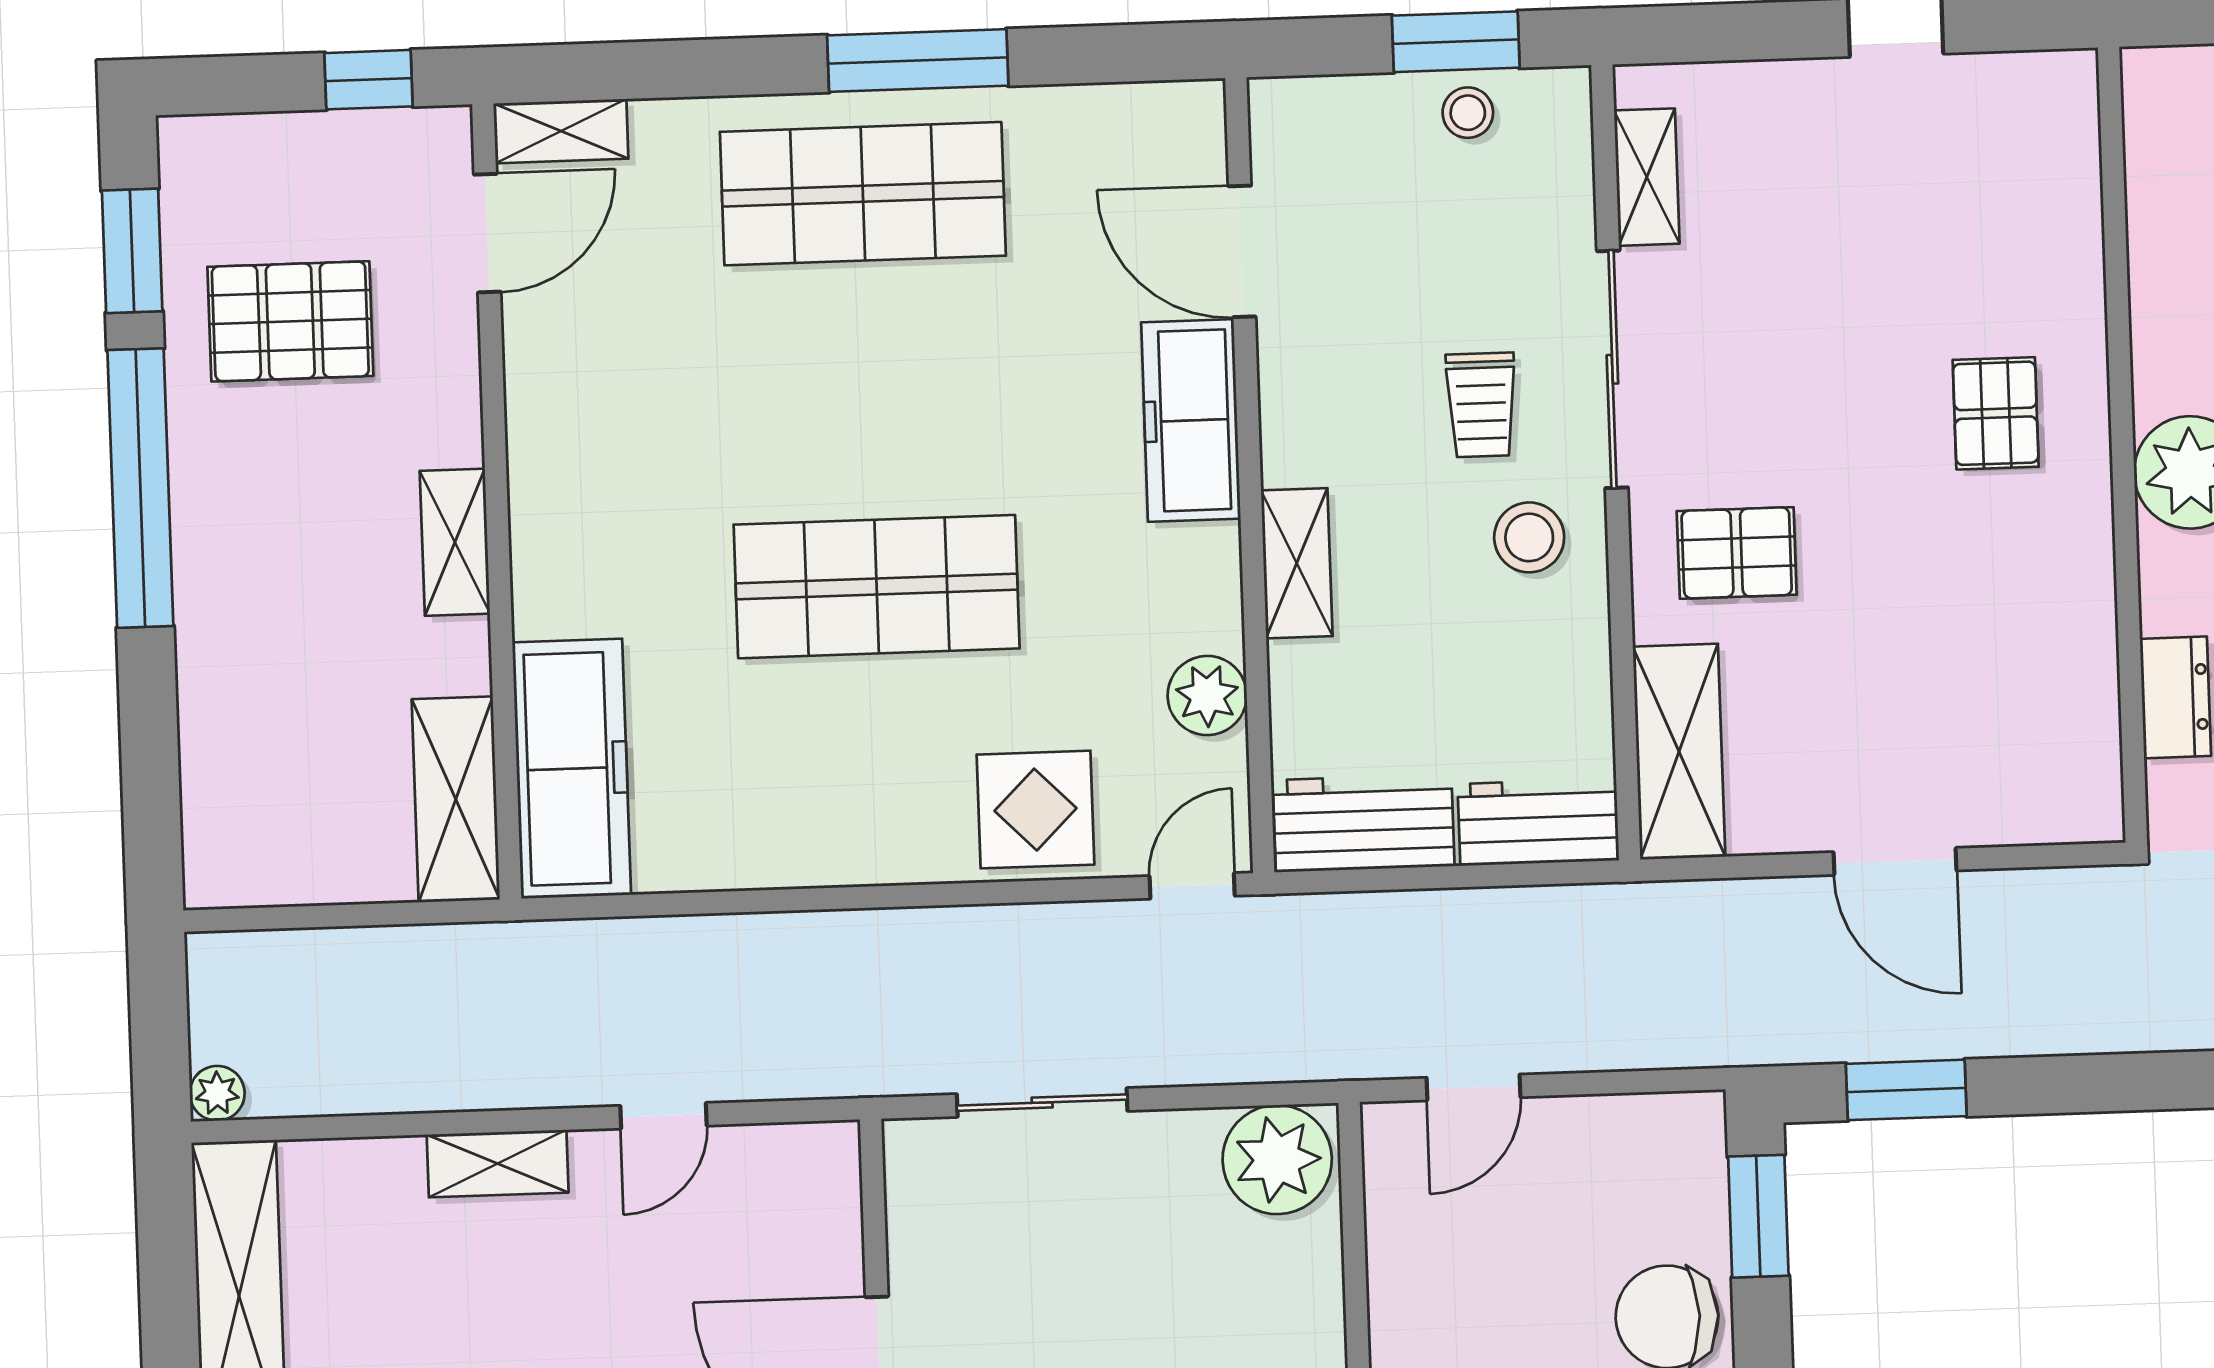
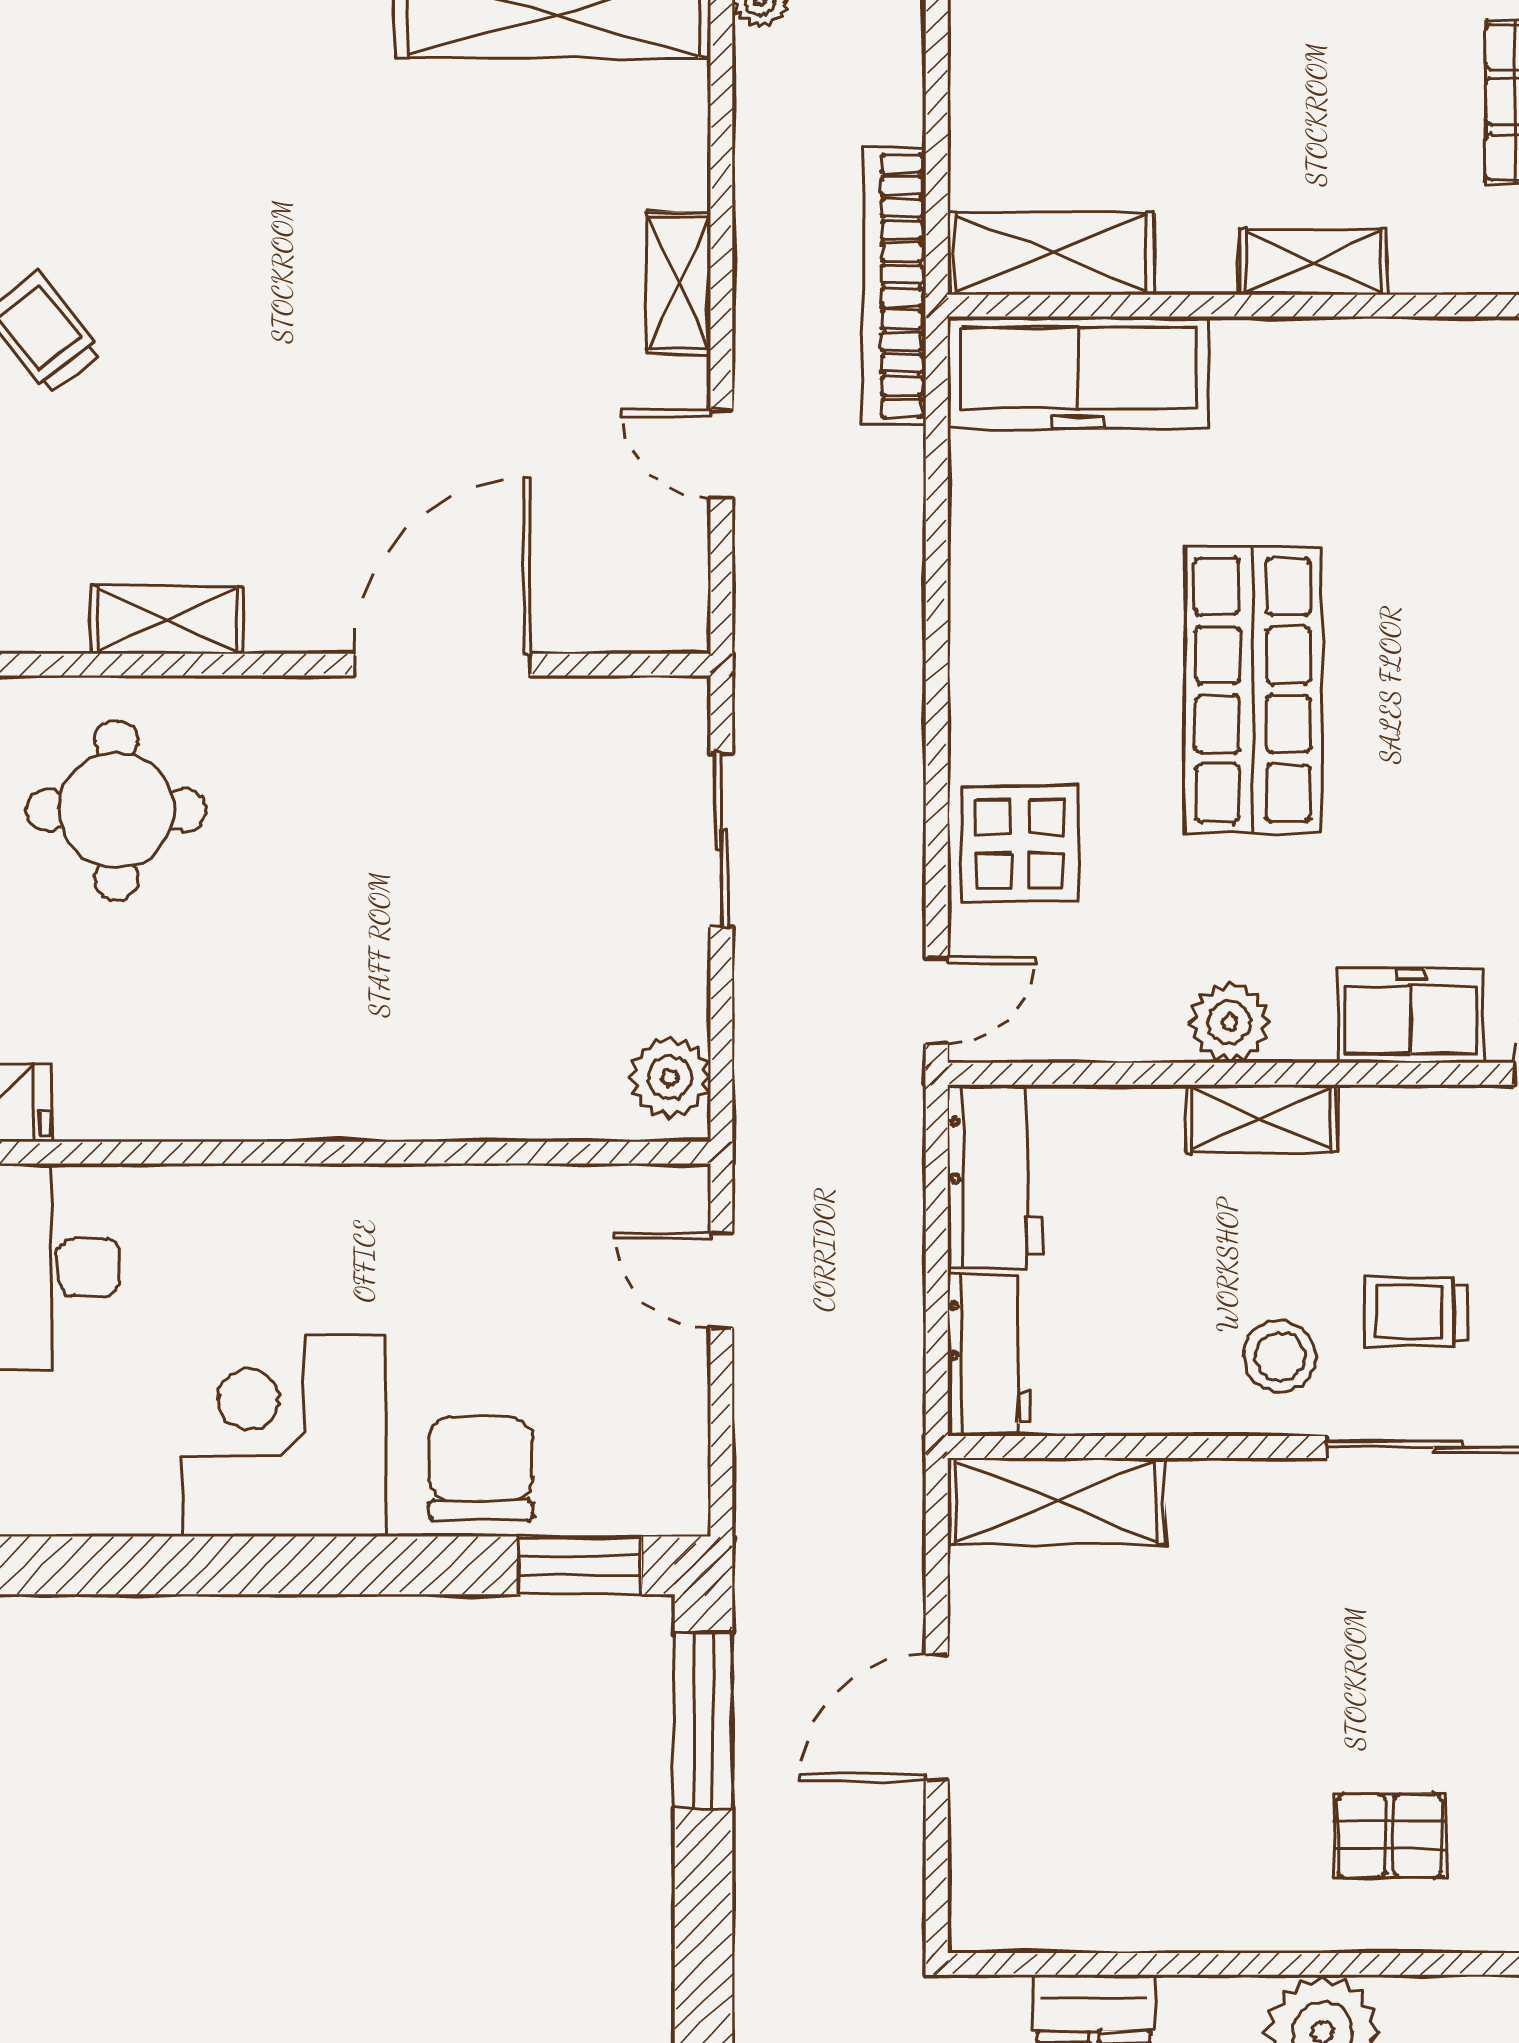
freezer: (1191, 420) -> (1411, 1016), width x0.71
pallet: (1737, 553) -> (1257, 1567), removed
plant: (1207, 695) -> (1229, 1023), moved
door: (1192, 886) -> (937, 1000), hinge flipped
bookcase: (493, 952) -> (894, 286), added
window: (1906, 1090) -> (703, 1721), width x1.44
plant: (1277, 1160) -> (670, 1077), width x0.73, depth x0.73

